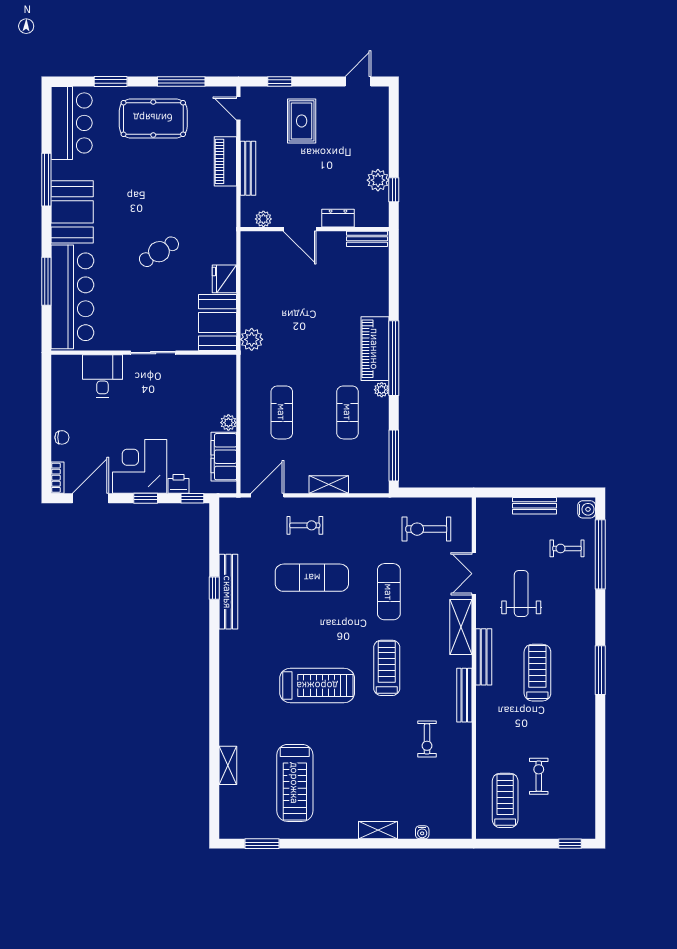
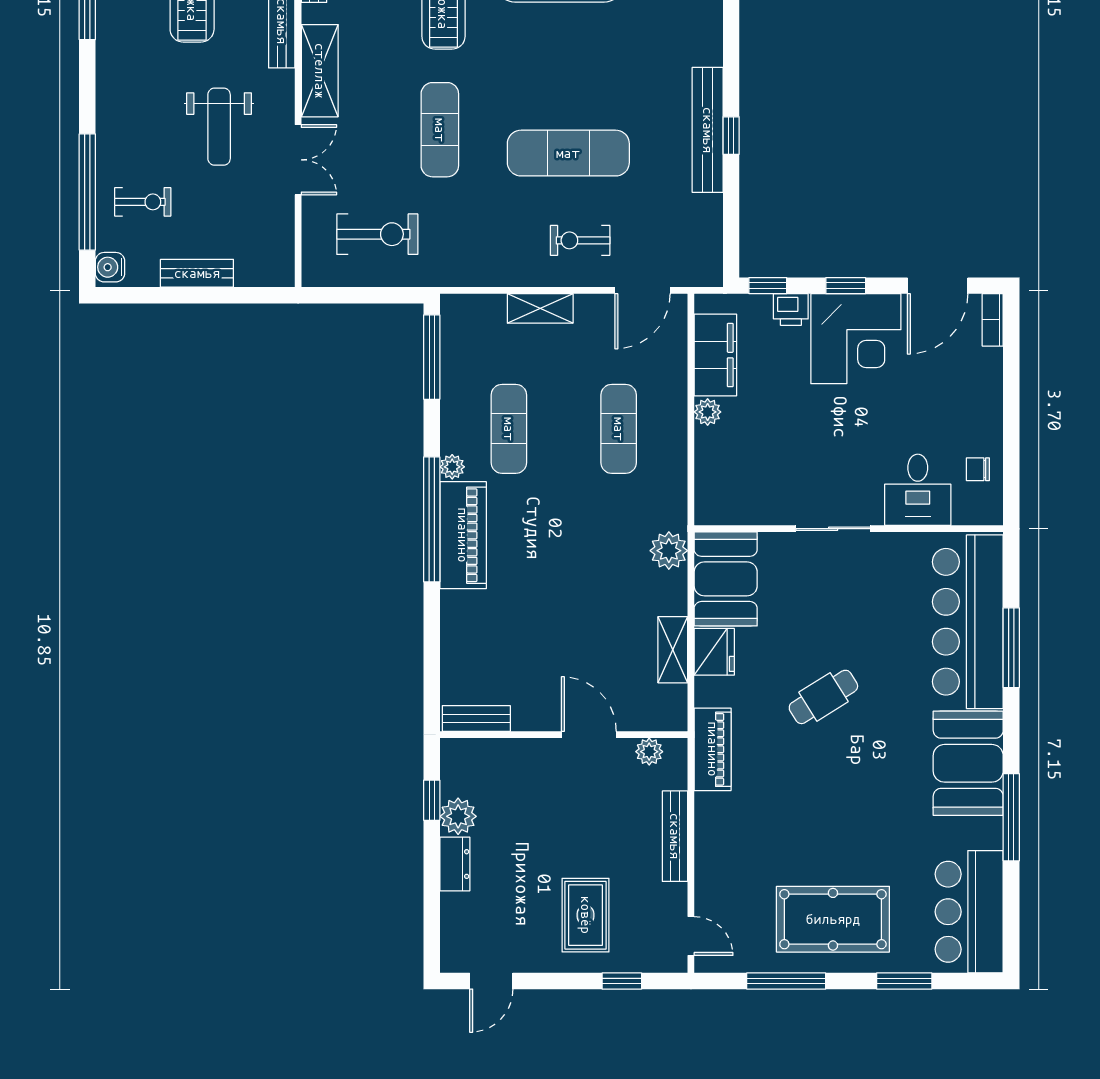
piano: (225, 161) -> (713, 749), moved
dresser: (338, 218) -> (455, 864), moved, turned -90
shelving: (249, 280) -> (673, 650), added
chair: (62, 437) -> (978, 469), moved

